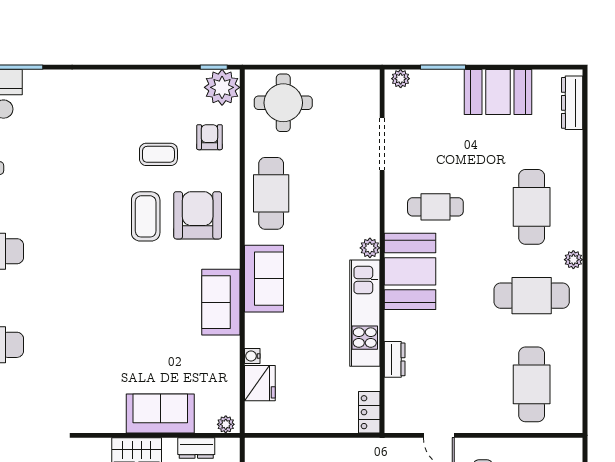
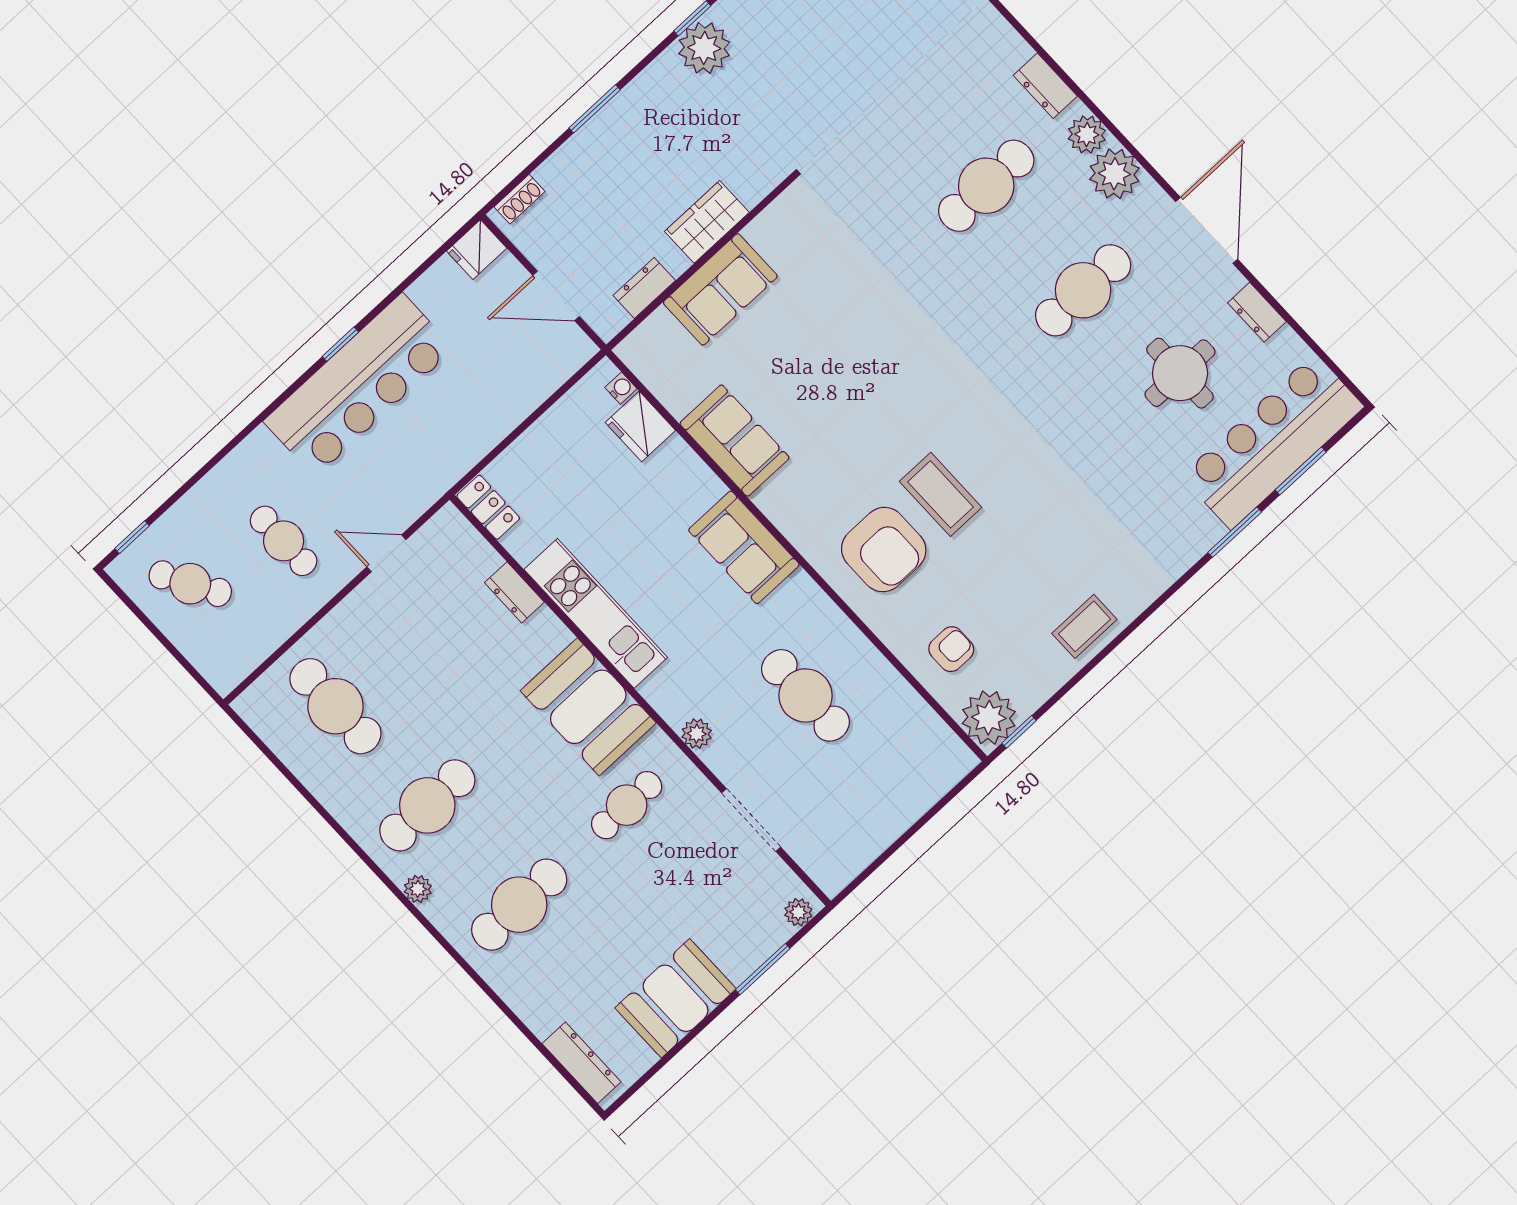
round table: (283, 103) -> (904, 764), removed
armchair: (209, 137) -> (951, 649), turned -90
coffee table: (158, 154) -> (1084, 626), moved
cafe table: (271, 193) -> (806, 695), moved
cafe table: (532, 207) -> (519, 905), turned 90
plant: (370, 248) -> (697, 734), moved
sofa: (221, 302) -> (735, 441), moved
water cooler: (252, 356) -> (621, 388), moved
plant: (226, 424) -> (636, 345), removed

